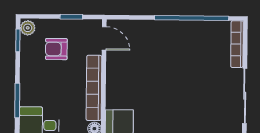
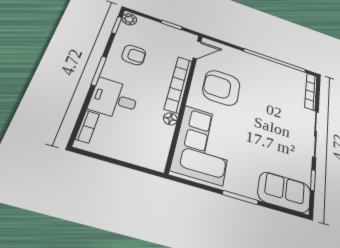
door: (104, 38) -> (197, 50), hinge flipped
armchair: (56, 49) -> (134, 55), moved, turned 180
armchair: (137, 76) -> (221, 88), added

